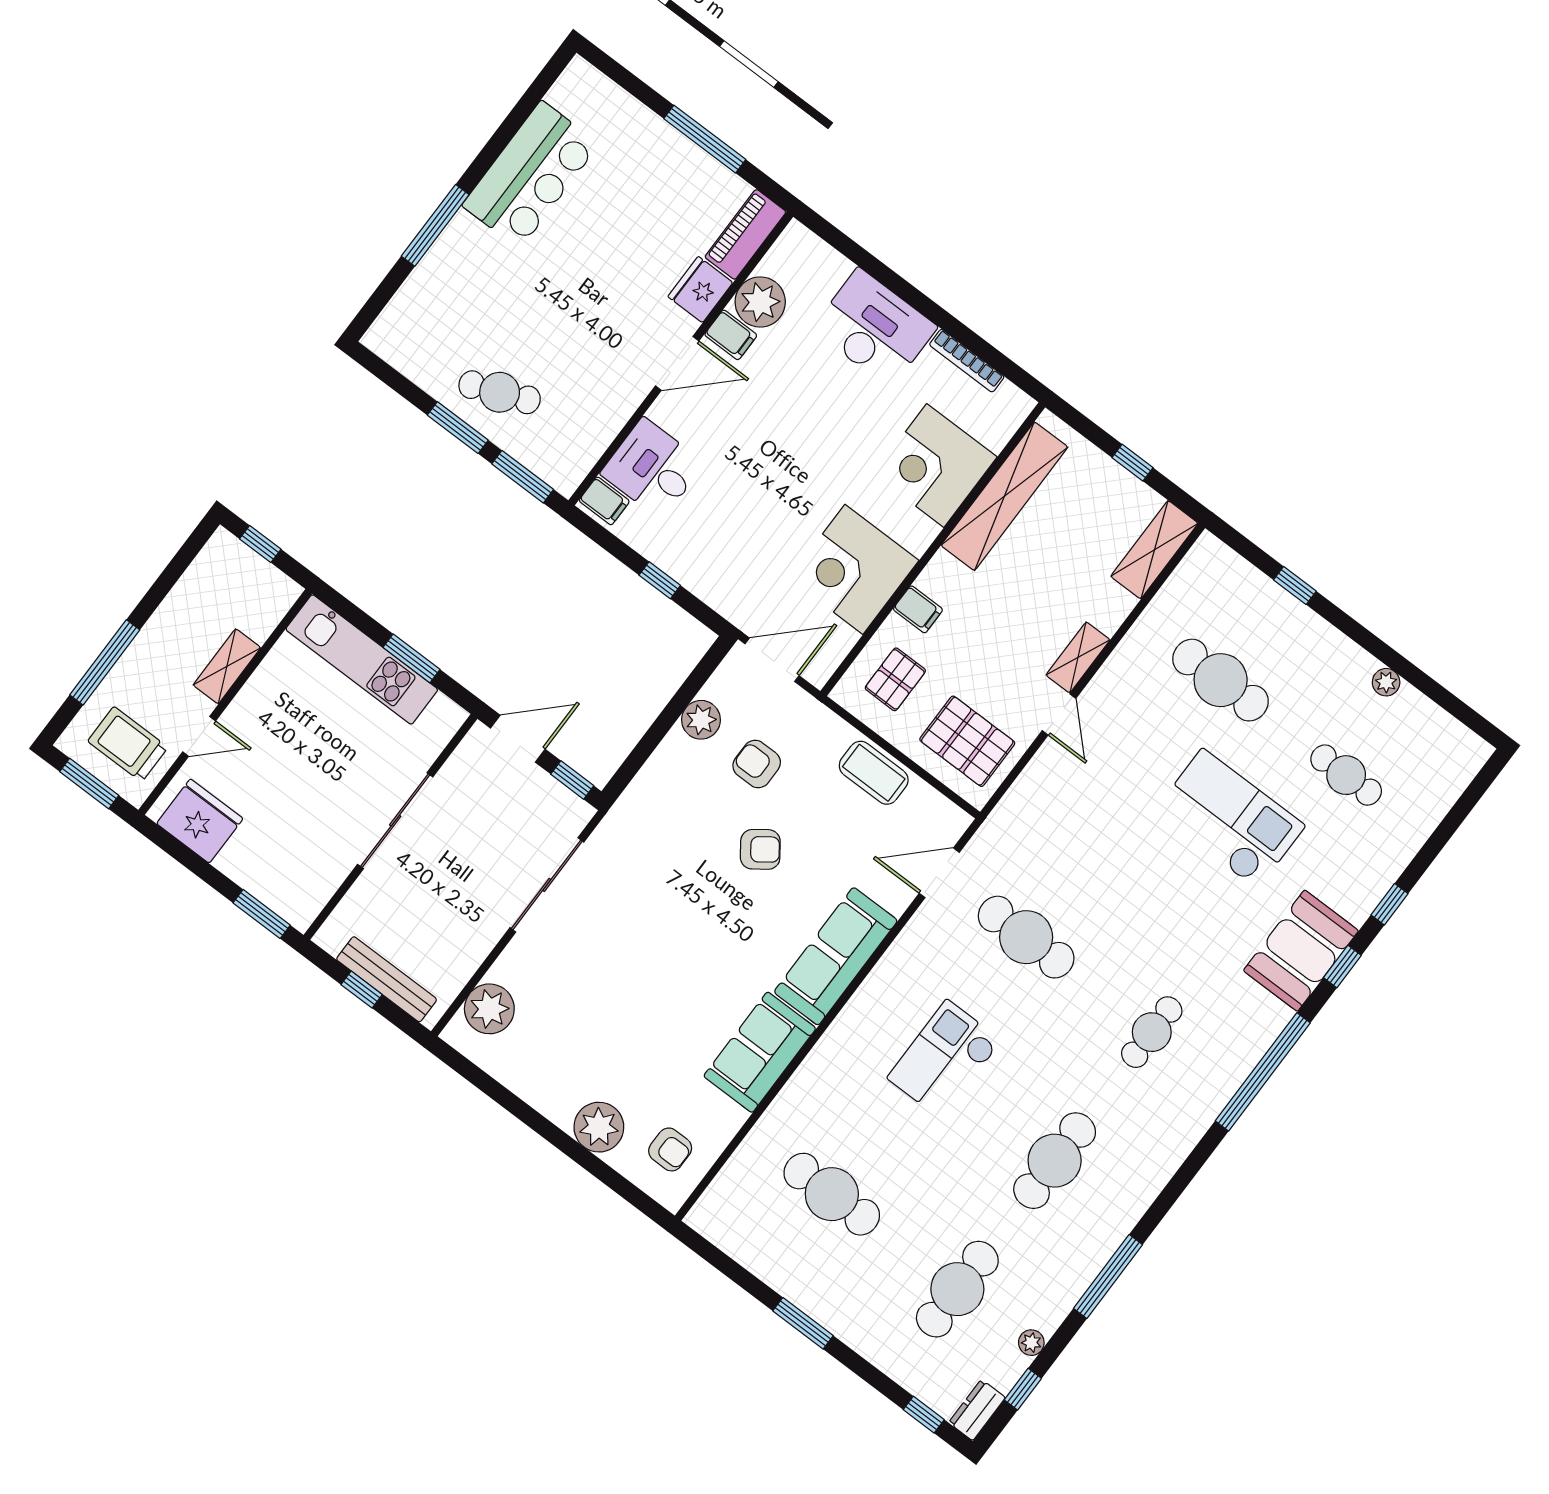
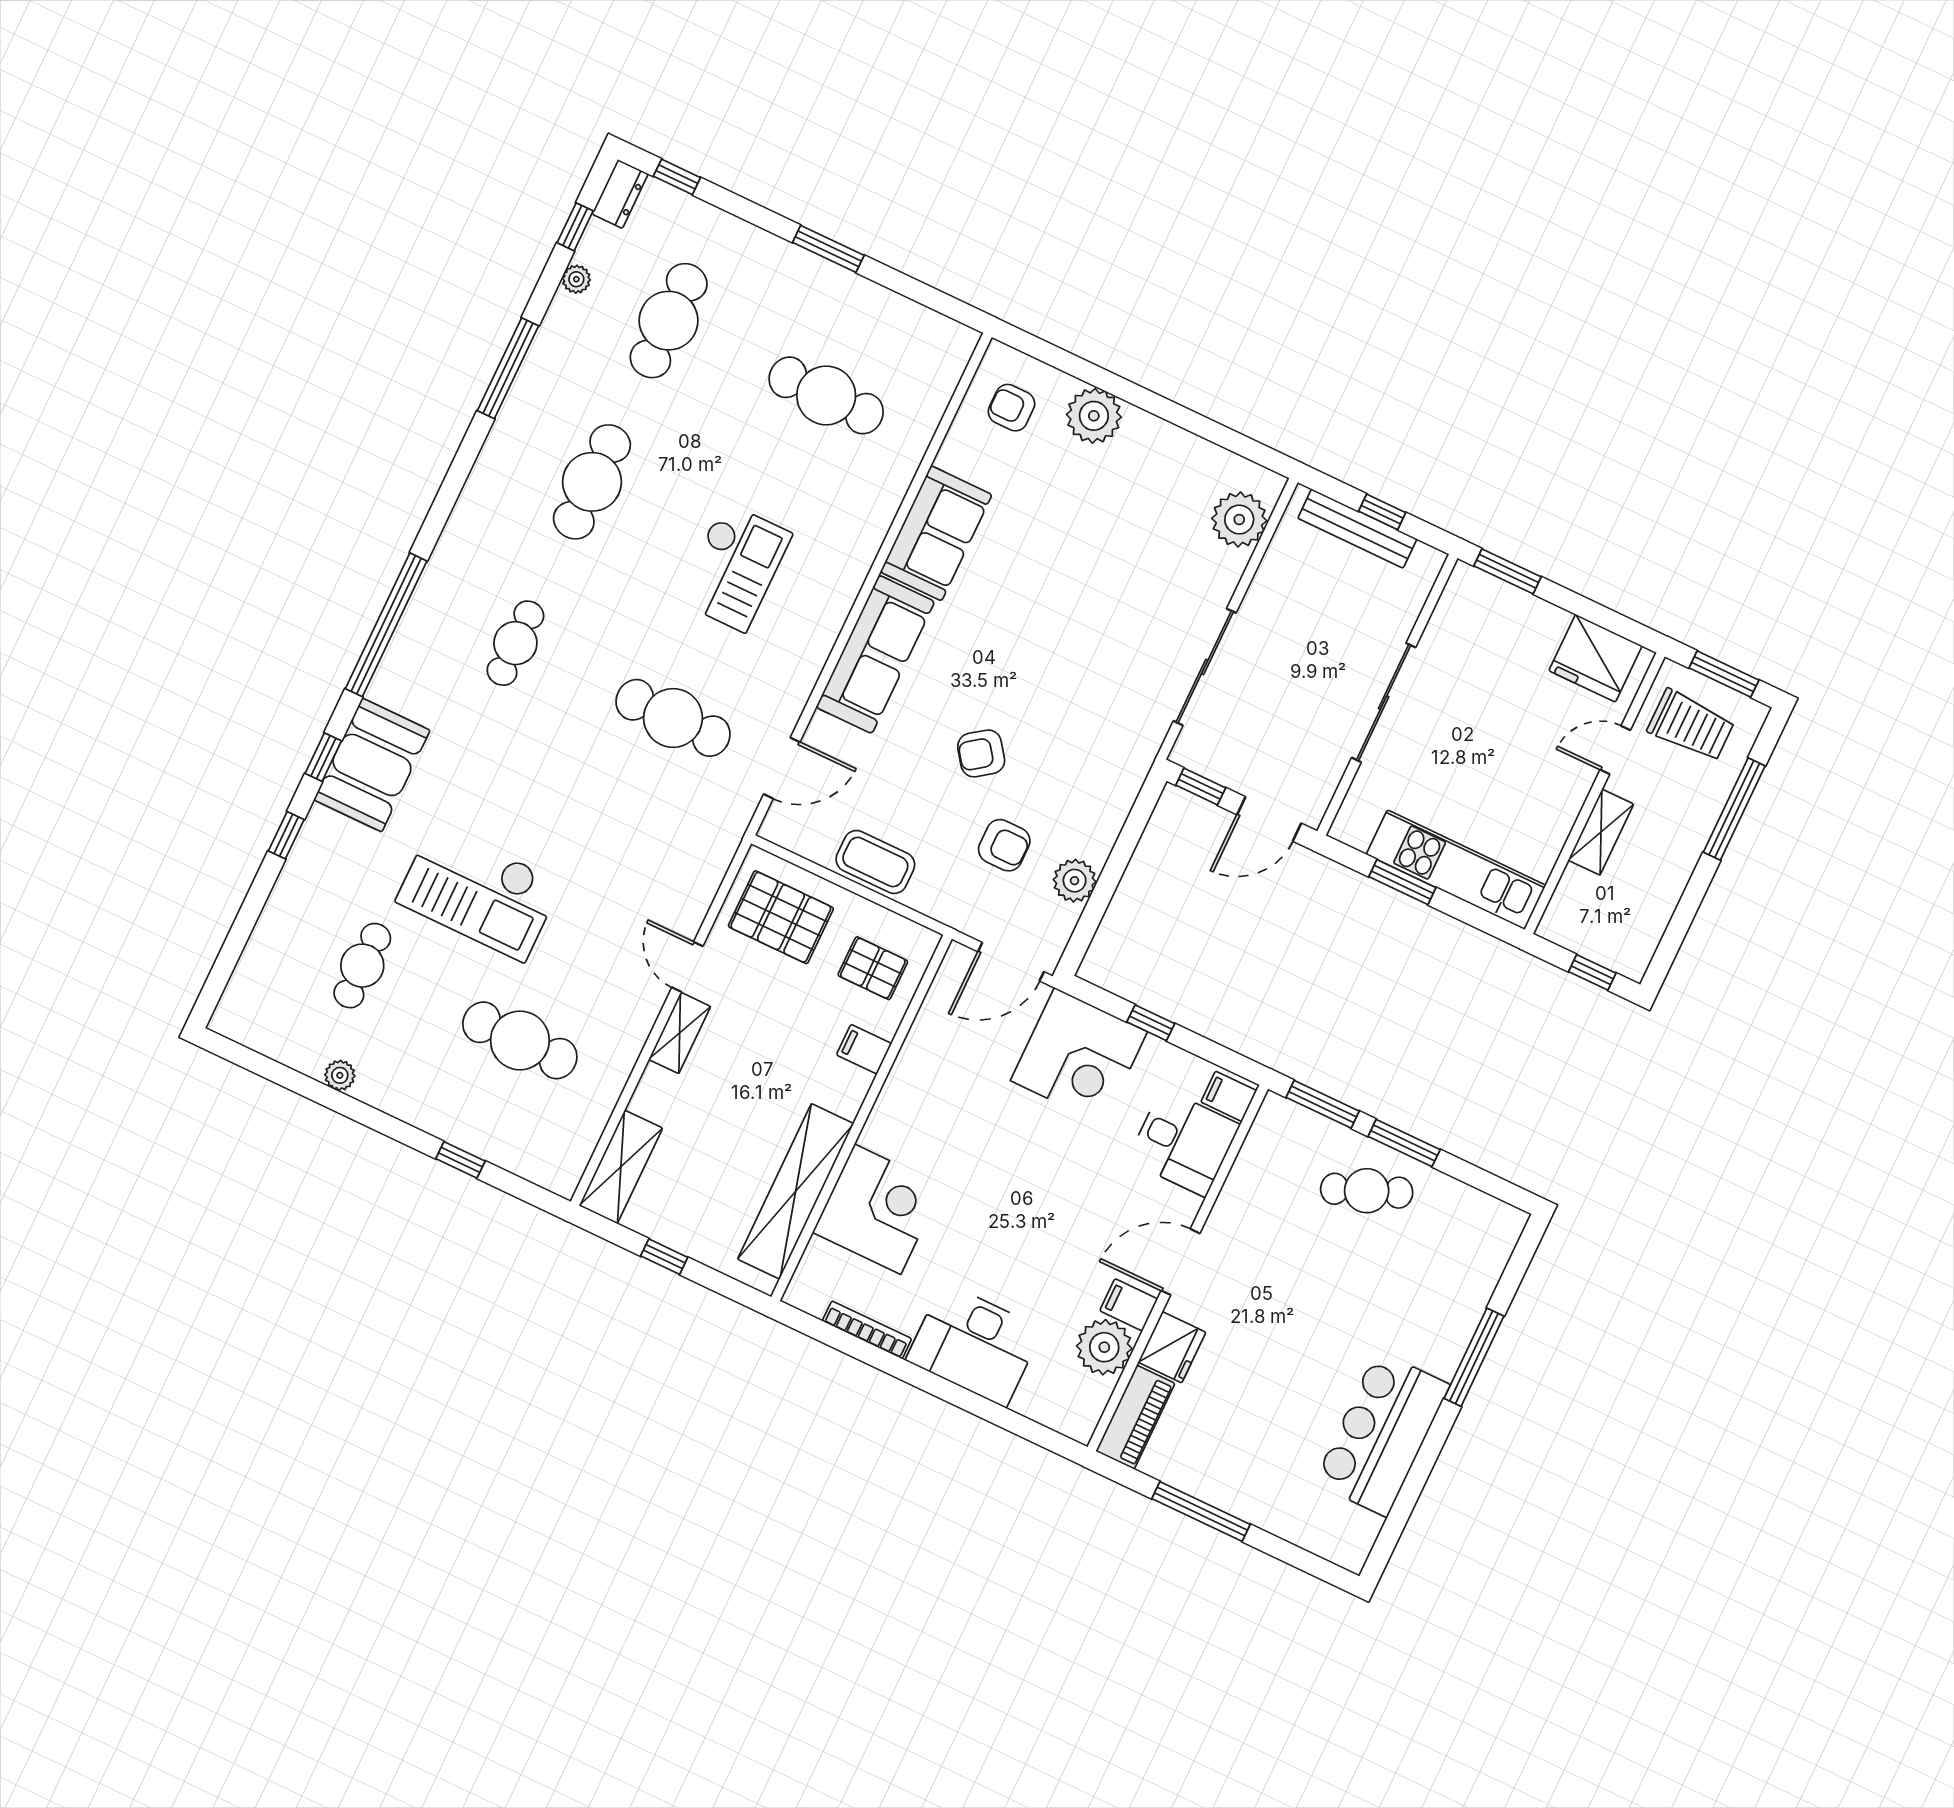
corner desk: (854, 569) -> (1079, 1056), moved, turned 90
pallet: (895, 679) -> (873, 968), turned 90
cafe table: (1346, 775) -> (362, 966), turned 90

